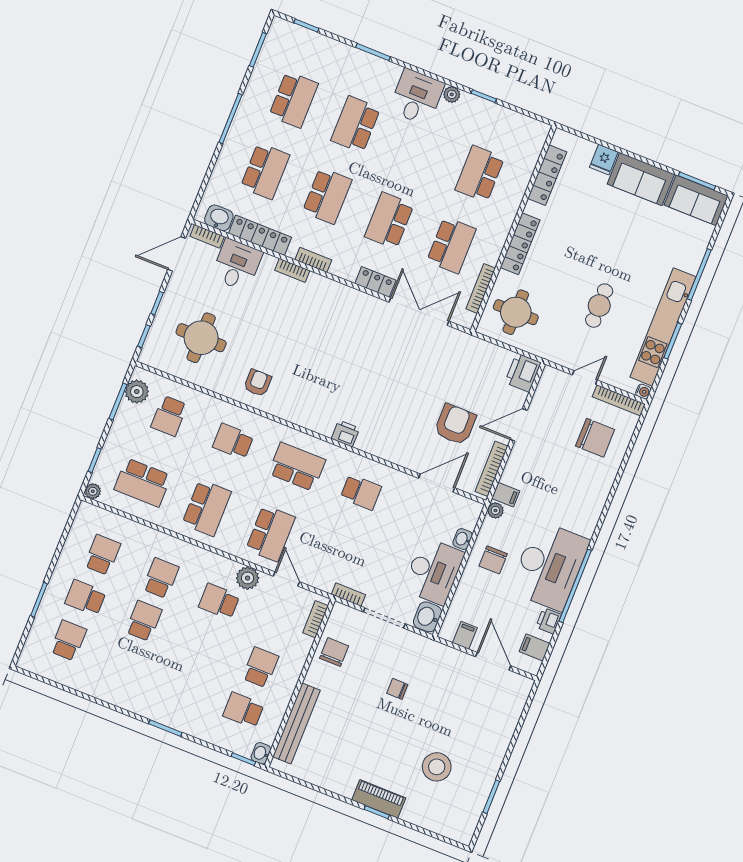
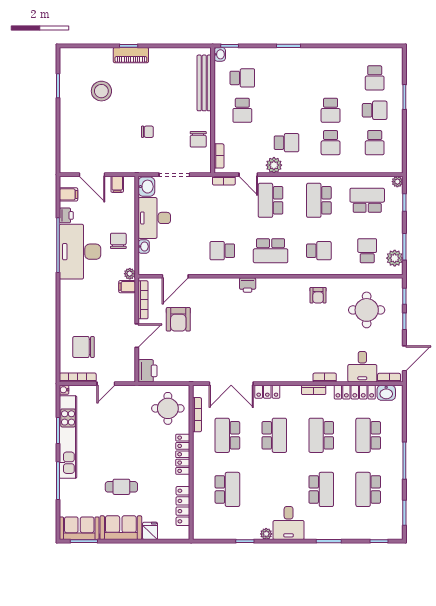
cafe table: (599, 306) -> (121, 487), moved, turned 90
bookcase: (348, 595) -> (224, 181), moved

